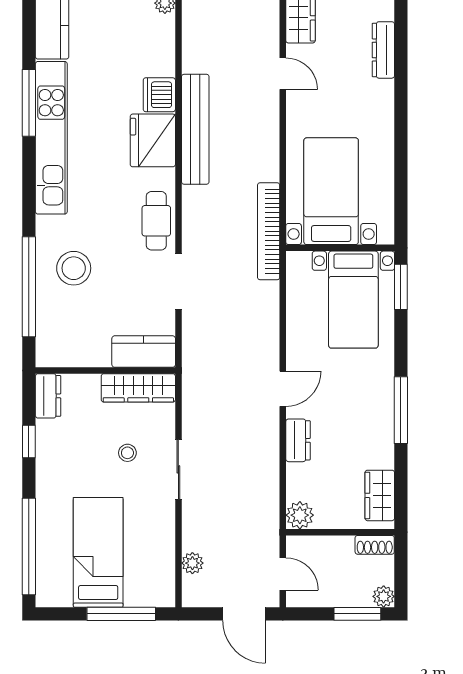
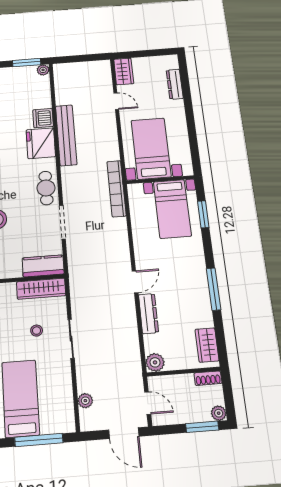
bed with nightstands: (331, 191) -> (151, 148), moved
wall: (340, 248) -> (160, 180), moved
bed with nightstands: (353, 300) -> (172, 209), moved
dresser: (298, 440) -> (148, 314), width x1.44

